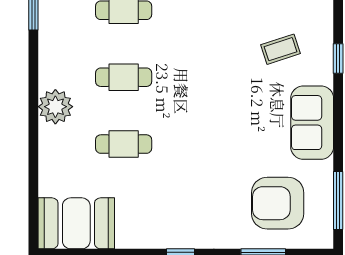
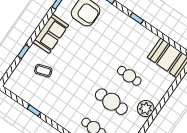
cafe table: (124, 77) -> (111, 102), width x1.37, depth x1.35

